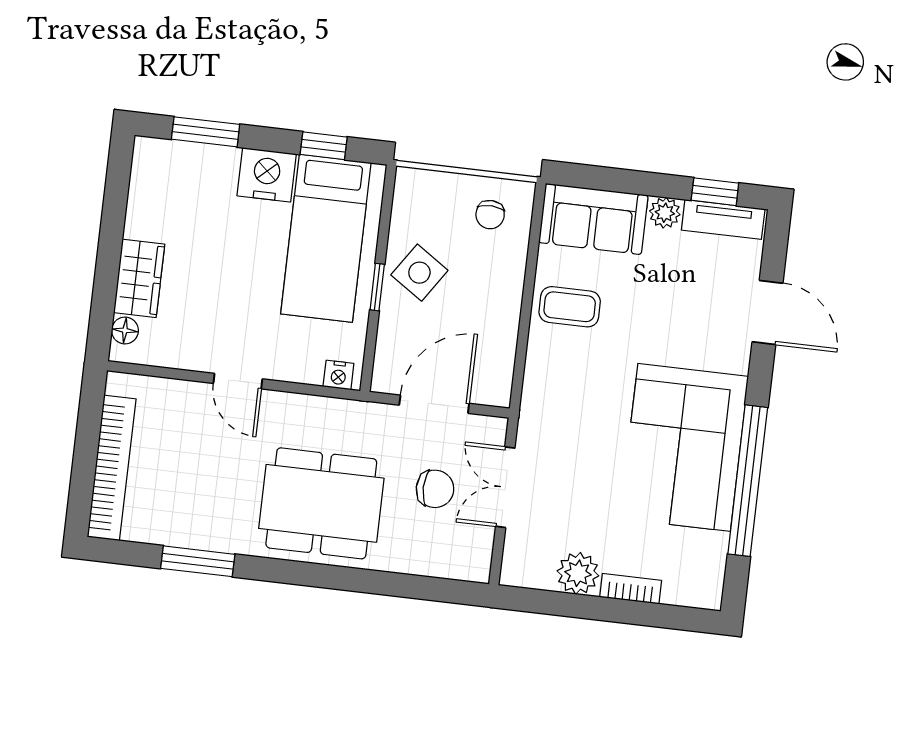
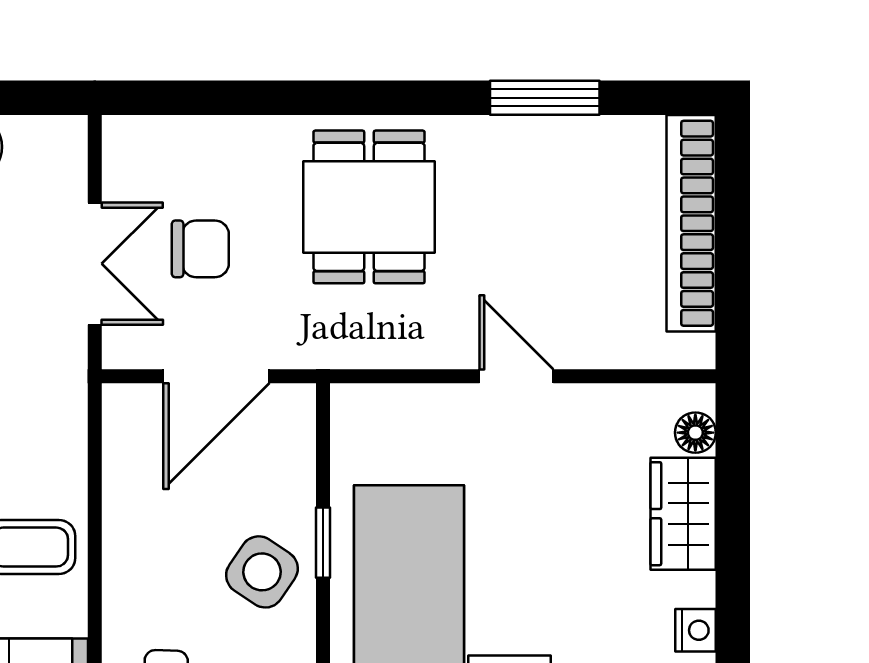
nightstand: (338, 375) -> (696, 630), moved, turned 90
chair: (435, 489) -> (200, 249), turned 180
dining table: (321, 503) -> (369, 207), width x0.73

